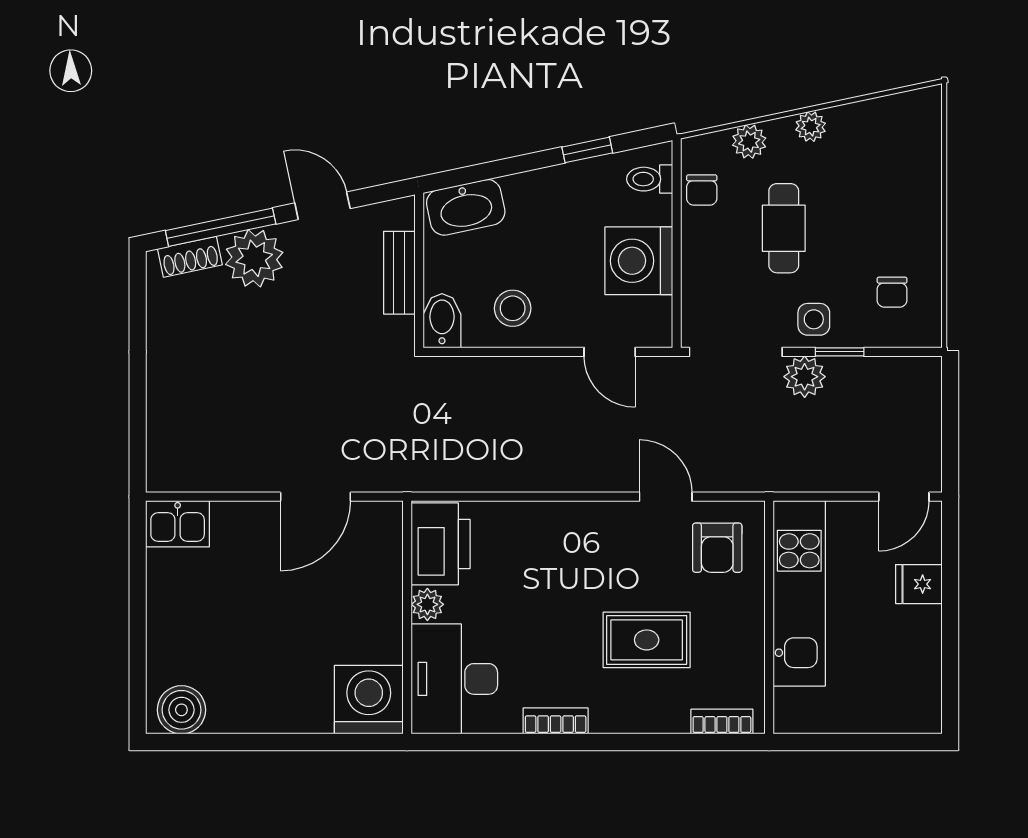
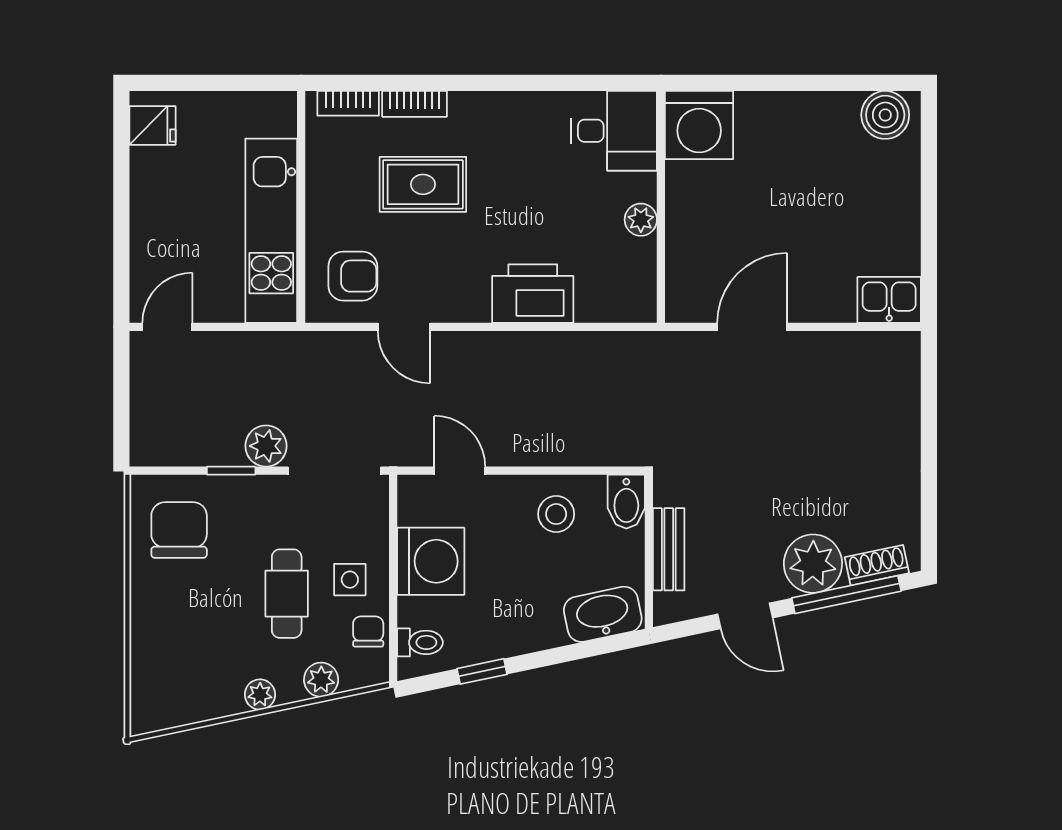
chair: (892, 292) -> (179, 530), width x1.87, depth x1.87
side table: (814, 319) -> (350, 580), moved
printer: (441, 544) -> (533, 294), moved, turned 90
armchair: (717, 548) -> (353, 276), turned 90
fridge: (919, 584) -> (152, 125), moved
desk: (454, 679) -> (614, 131), width x0.73
bookcase: (556, 721) -> (414, 104), moved

